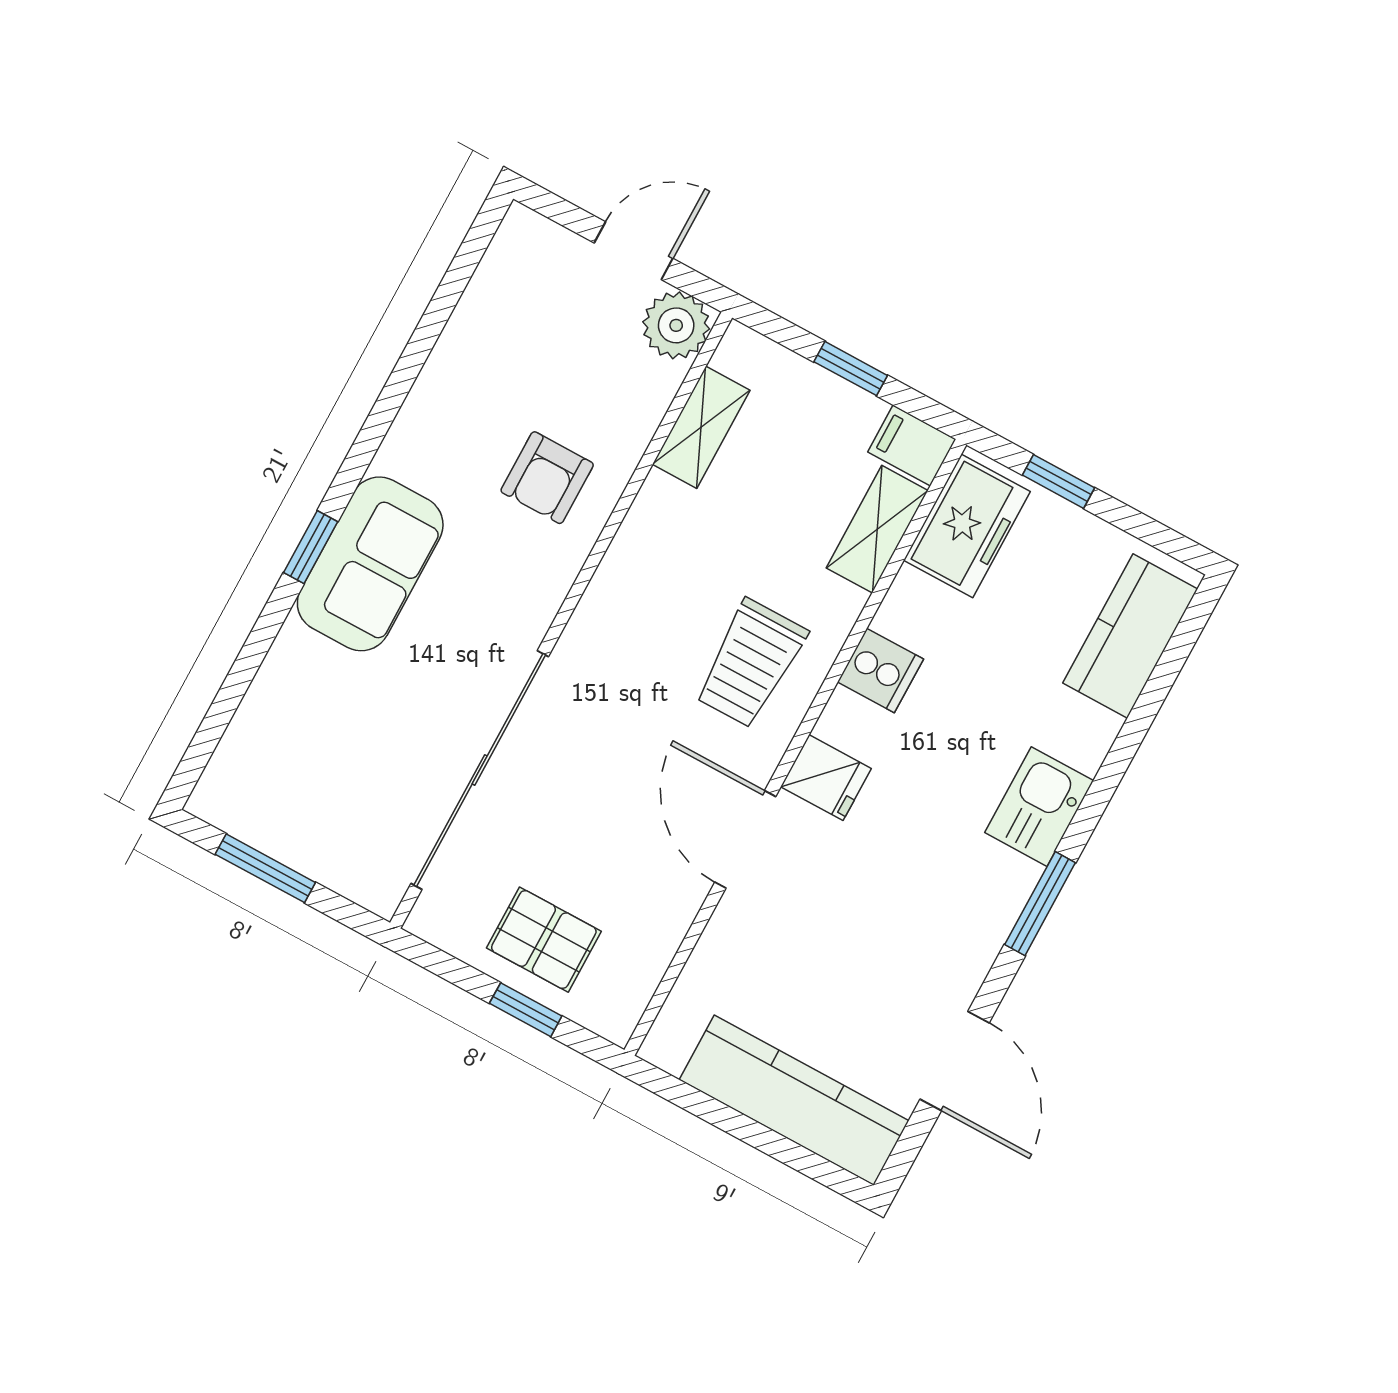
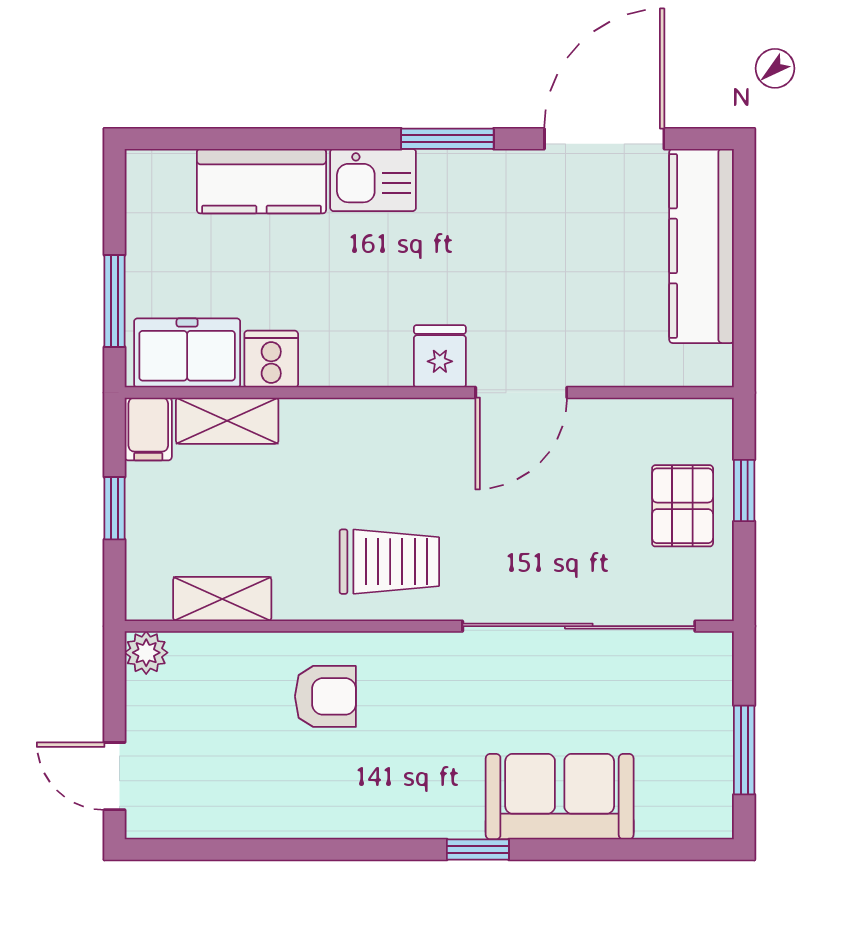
door: (633, 251) -> (115, 776), moved
plant: (676, 325) -> (146, 653), width x0.73, depth x0.73
window: (1059, 481) -> (115, 301), width x1.50
sofa: (370, 564) -> (560, 797), moved
kitchen counter: (1130, 636) -> (261, 181), moved
trolley: (751, 663) -> (389, 562), moved
cooker: (880, 671) -> (271, 359), moved
door: (955, 1061) -> (604, 139), width x1.36

